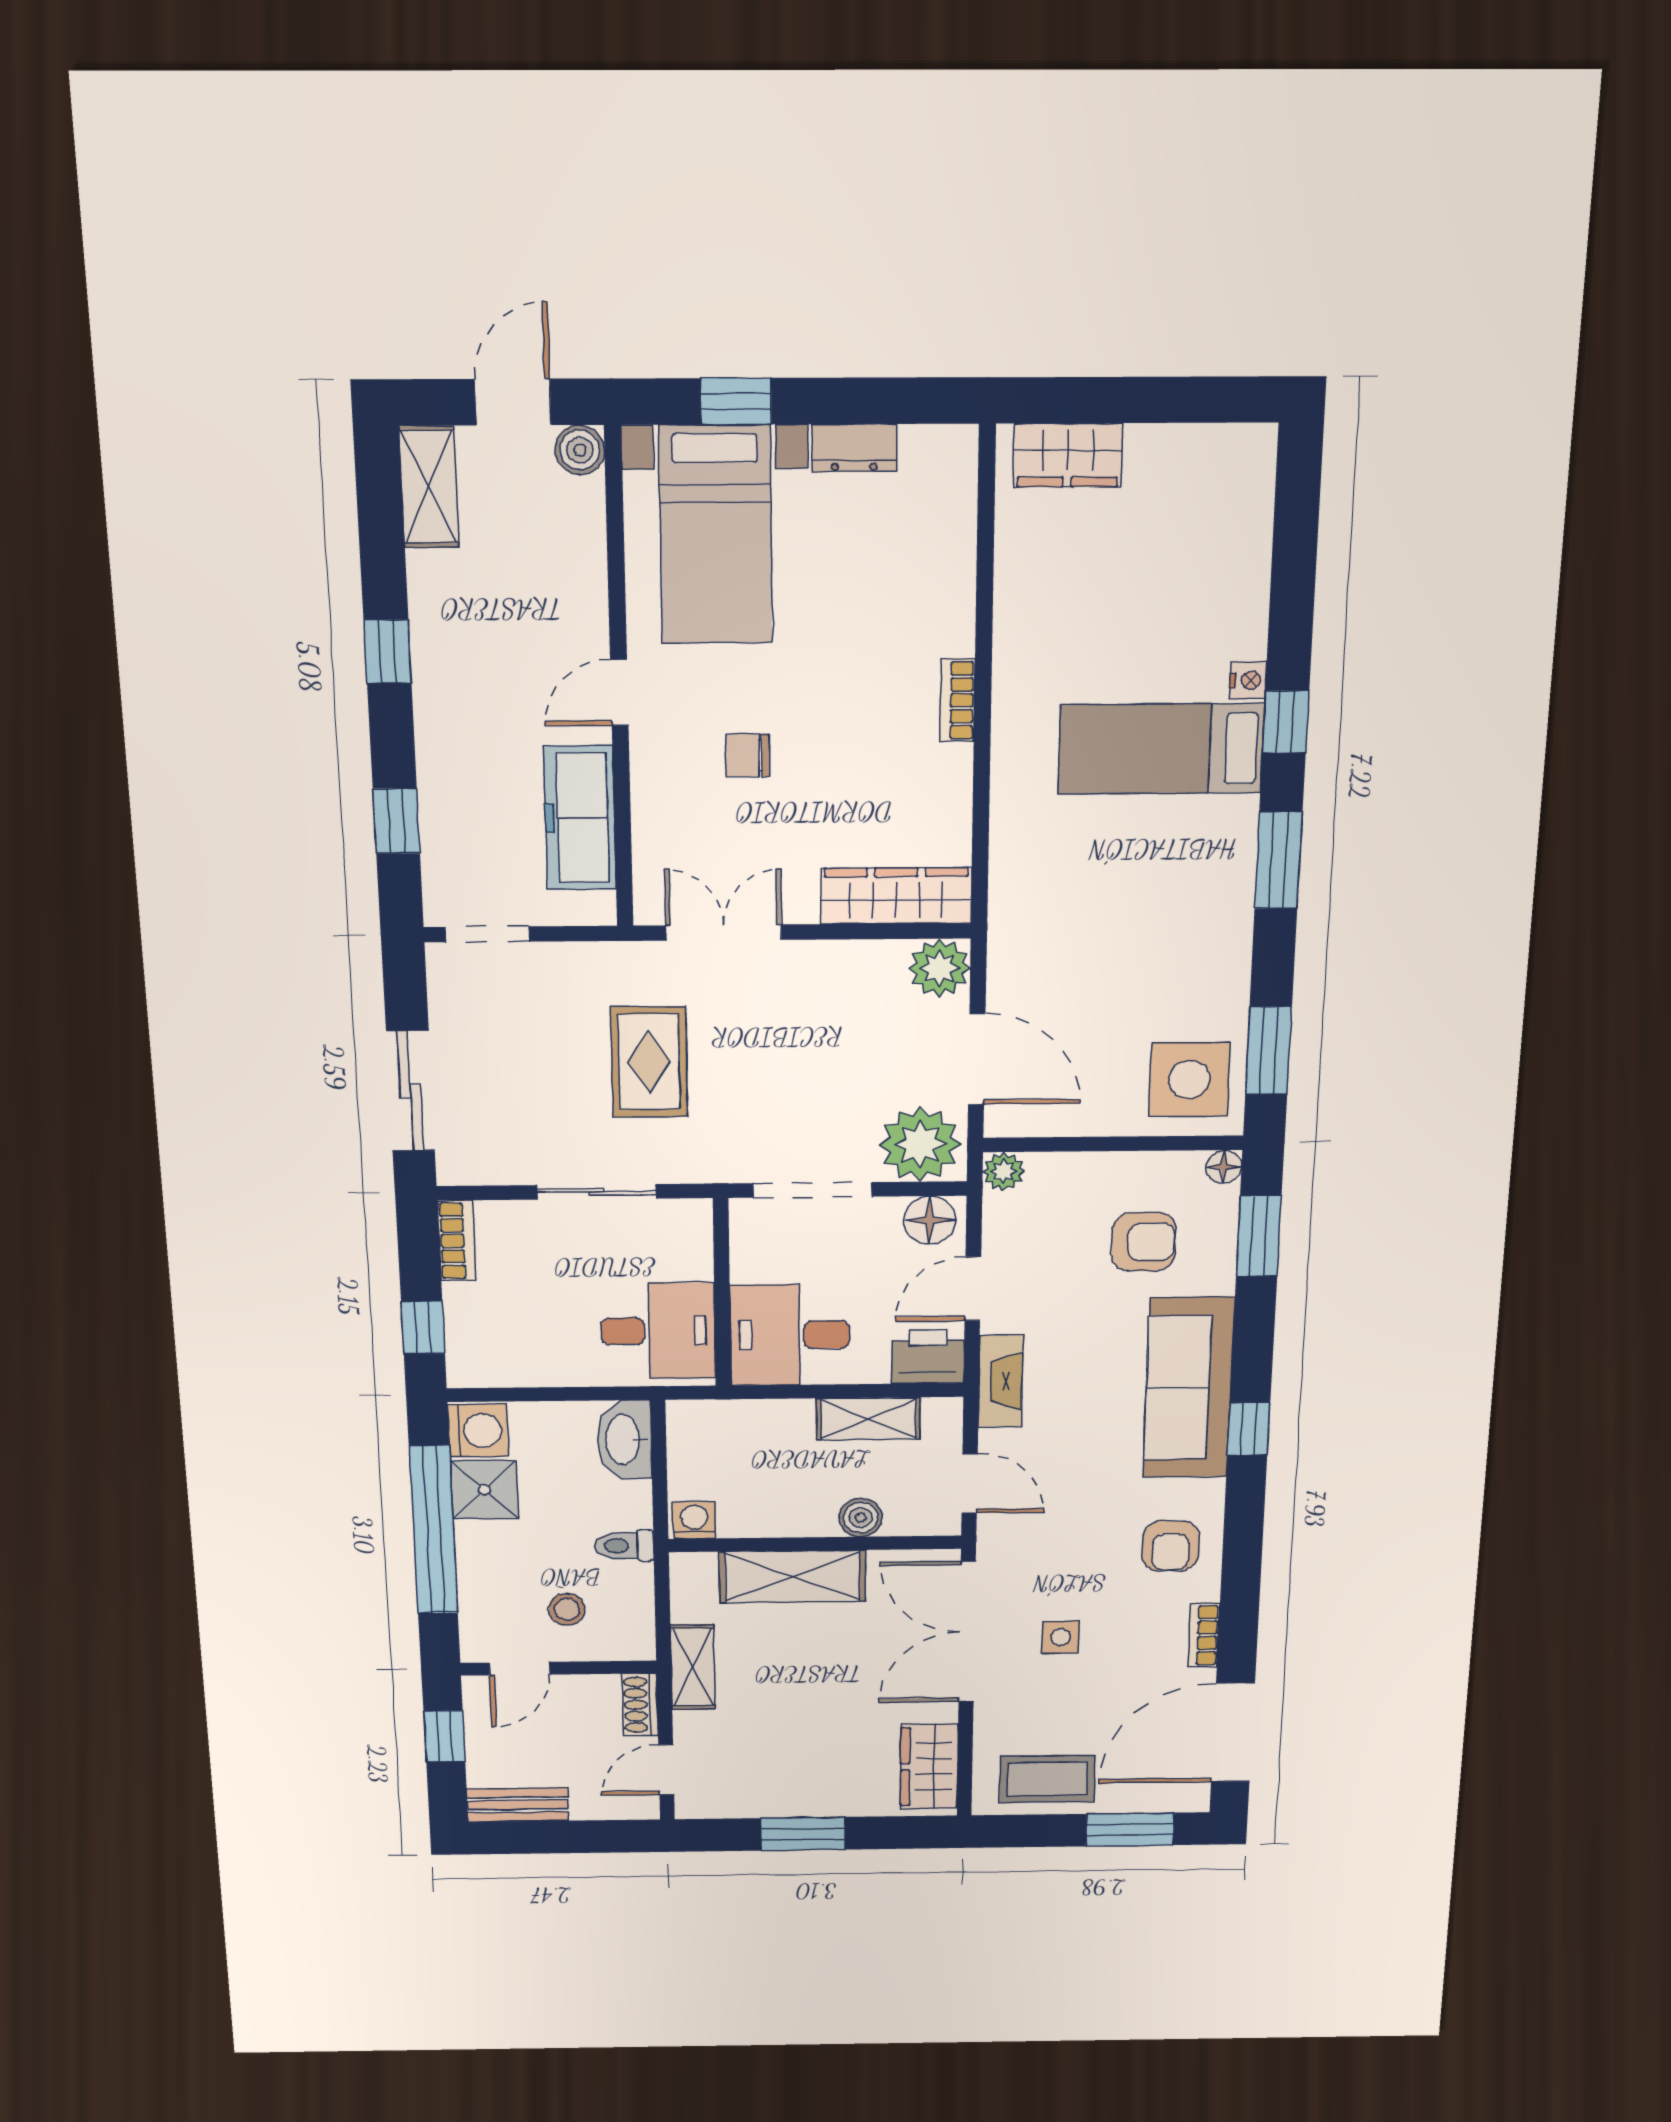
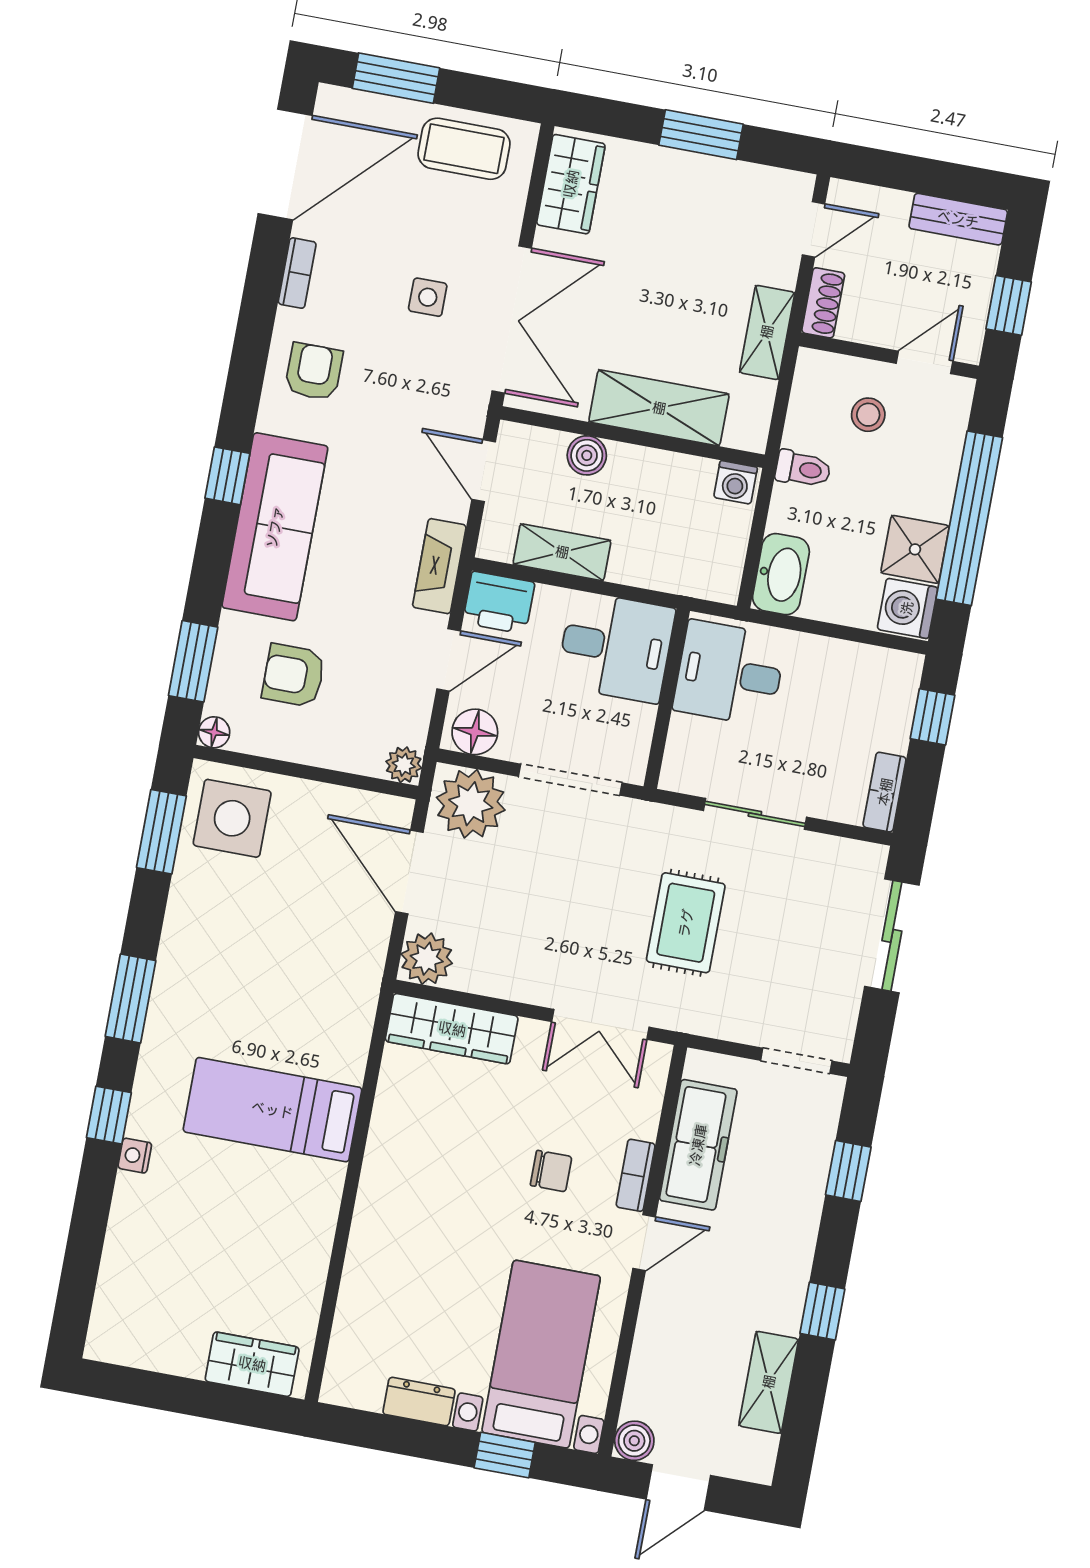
shelving: (429, 487) -> (769, 1382), moved
bookcase: (958, 700) -> (636, 1175), moved, turned 180
bed: (1161, 749) -> (272, 1110), moved, turned 180

